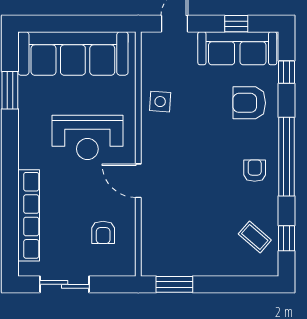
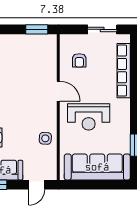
reception desk: (87, 137) -> (89, 117), turned 180
armchair: (103, 232) -> (79, 60), turned 180

